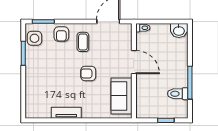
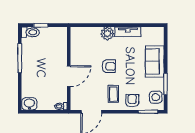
door: (134, 62) -> (69, 76), swing flipped
toilet: (178, 94) -> (30, 32), moved
sofa: (122, 96) -> (155, 61), moved, turned 180
plant: (90, 111) -> (107, 33), added

